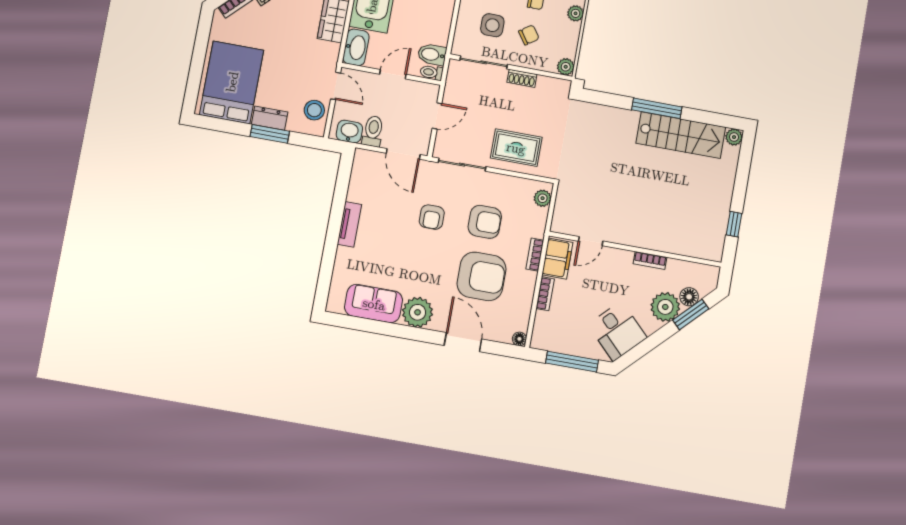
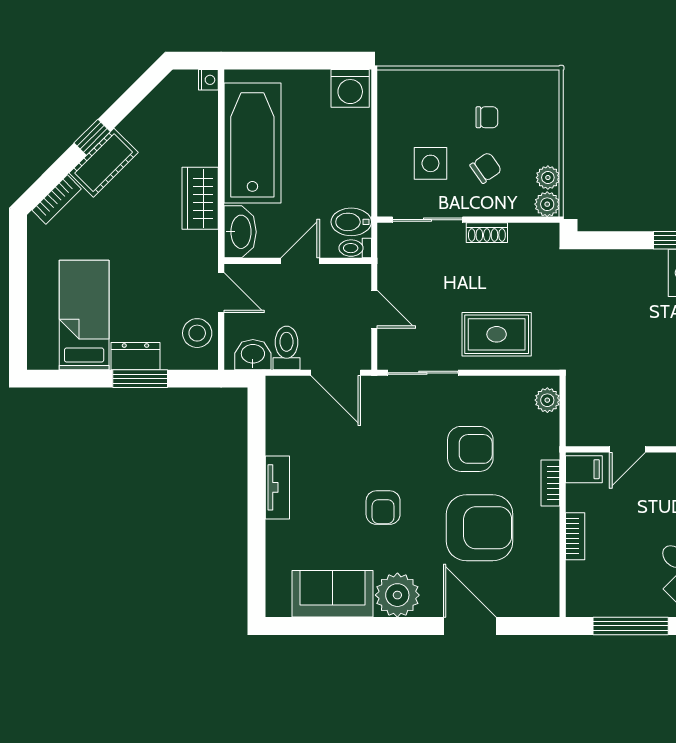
plant: (576, 13) -> (548, 178), moved
bed: (232, 82) -> (84, 315), width x0.67
door: (437, 116) -> (374, 309), hinge flipped
armchair: (432, 217) -> (383, 508), moved
filing cabinet: (557, 259) -> (584, 469), width x0.50
floor lamp: (519, 339) -> (550, 607), removed

